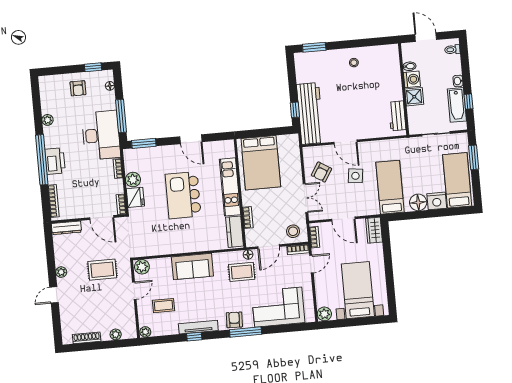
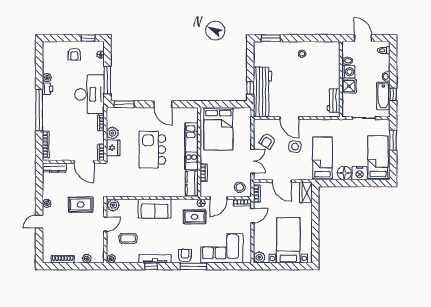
printer: (55, 161) -> (47, 89), moved, width x0.53, depth x0.68

